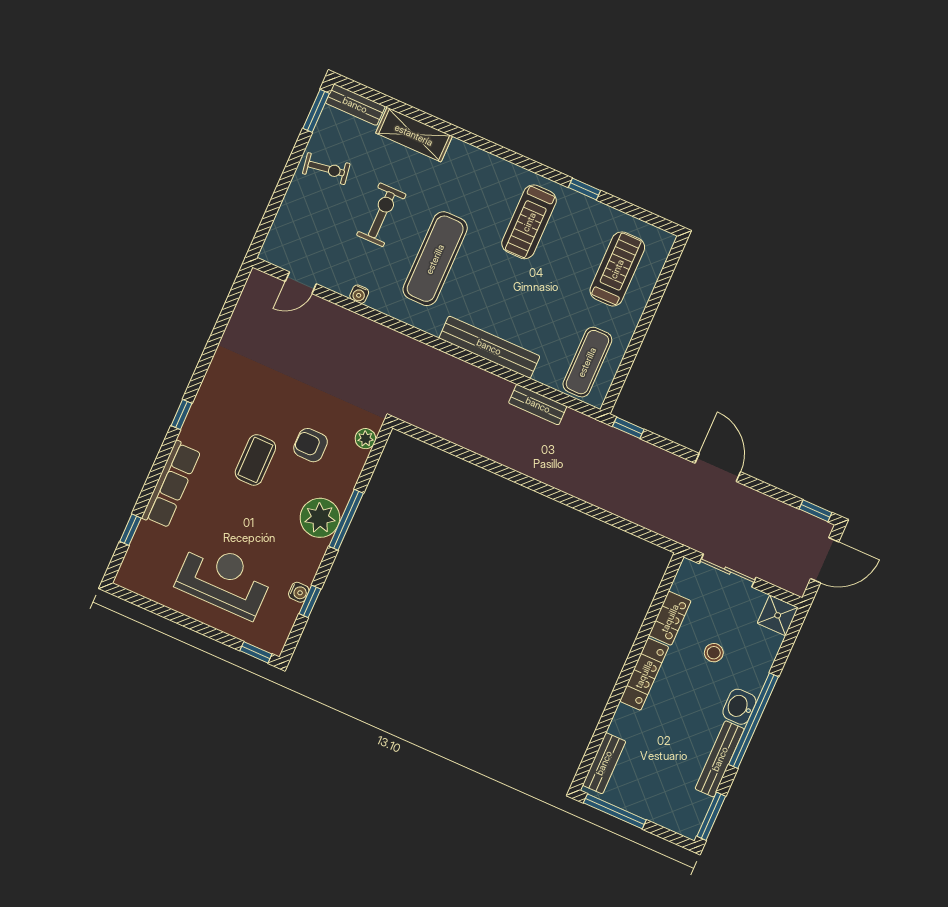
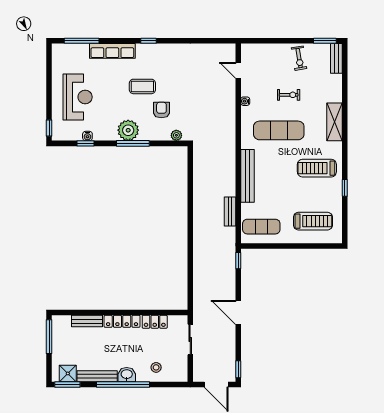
shelving: (414, 135) -> (334, 122), moved
exercise bike: (381, 215) -> (289, 95), width x0.73, depth x0.72
door: (718, 467) -> (238, 313), swing flipped
window: (130, 530) -> (82, 41), width x2.17
shower: (778, 615) -> (68, 373), moved
stool: (714, 653) -> (156, 367), moved
bench: (604, 763) -> (87, 321), moved

